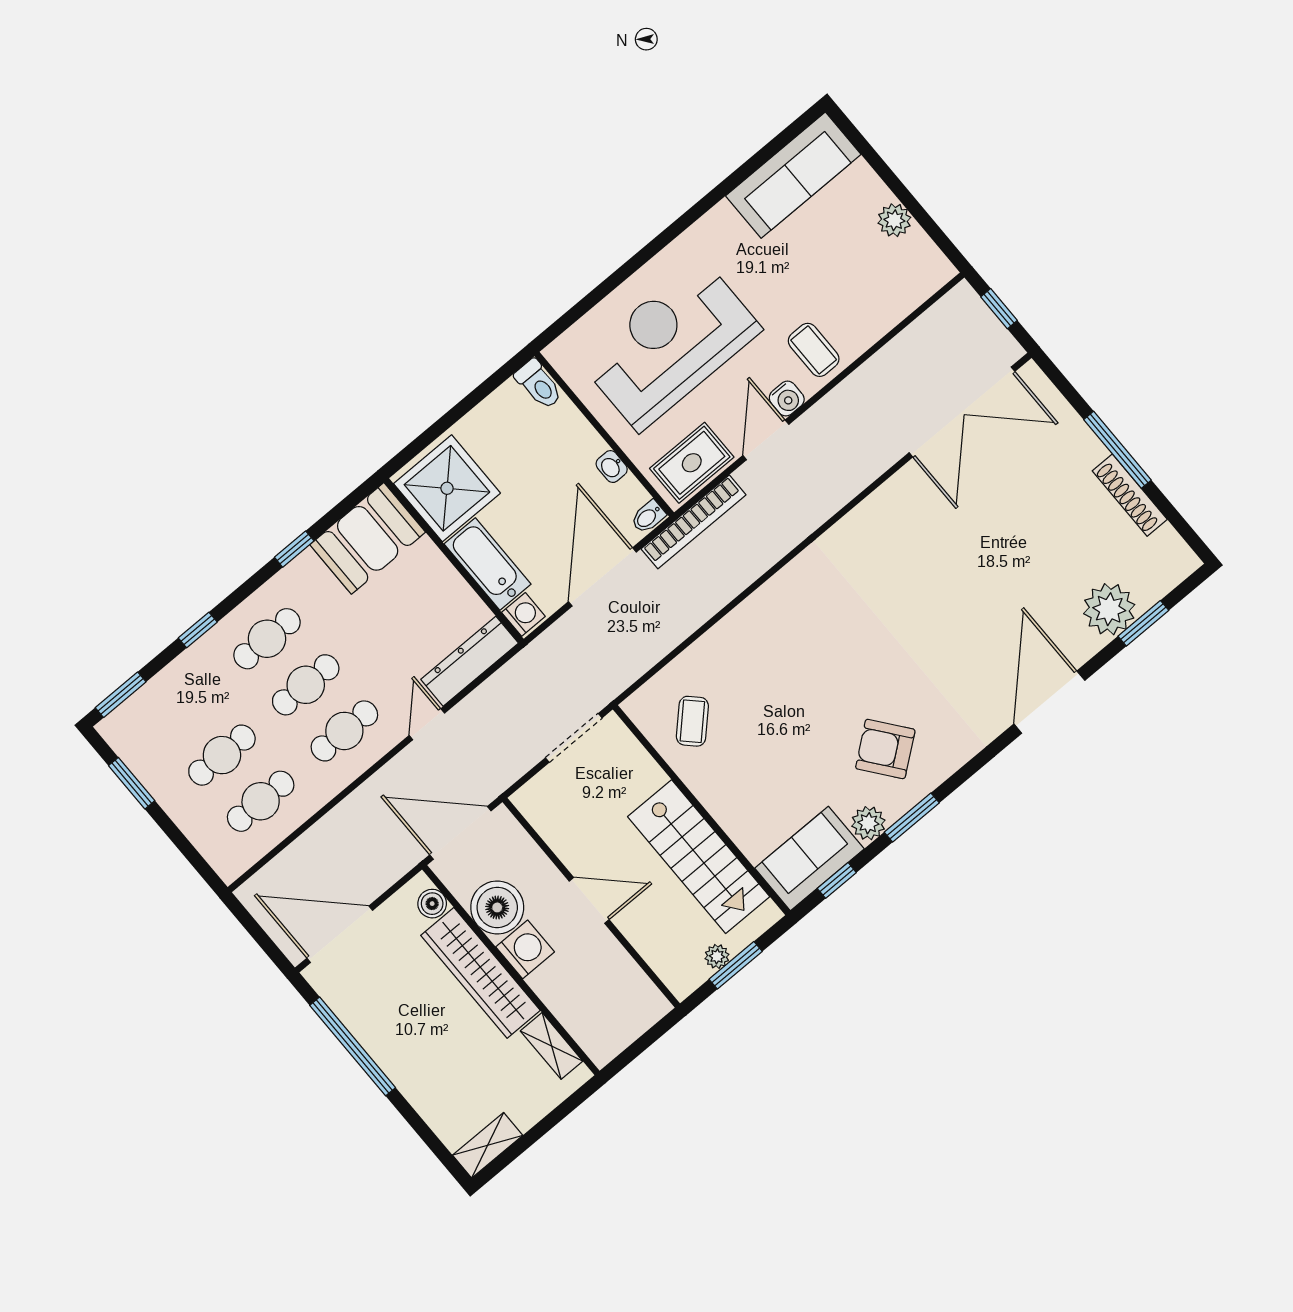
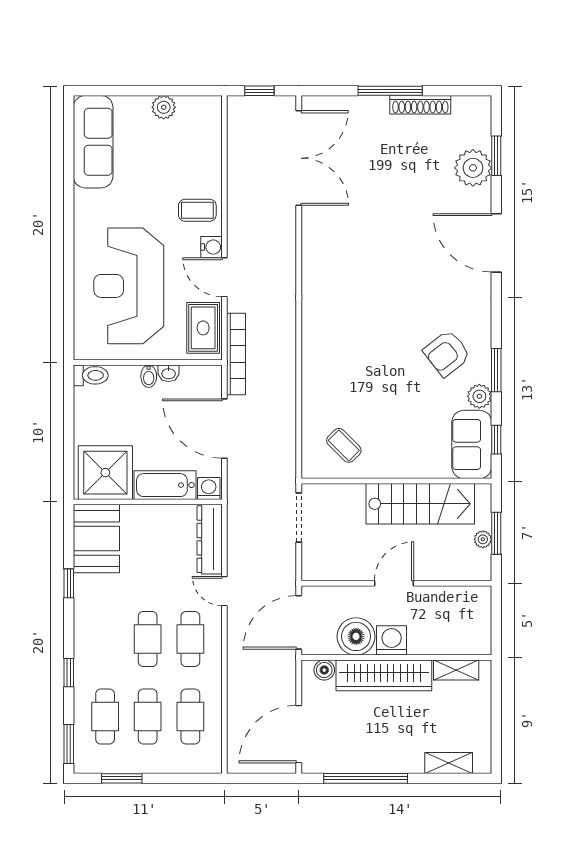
bidet: (648, 517) -> (149, 376), moved
cafe table: (267, 639) -> (105, 717), moved
shelving: (488, 1145) -> (449, 763), moved, turned 90

